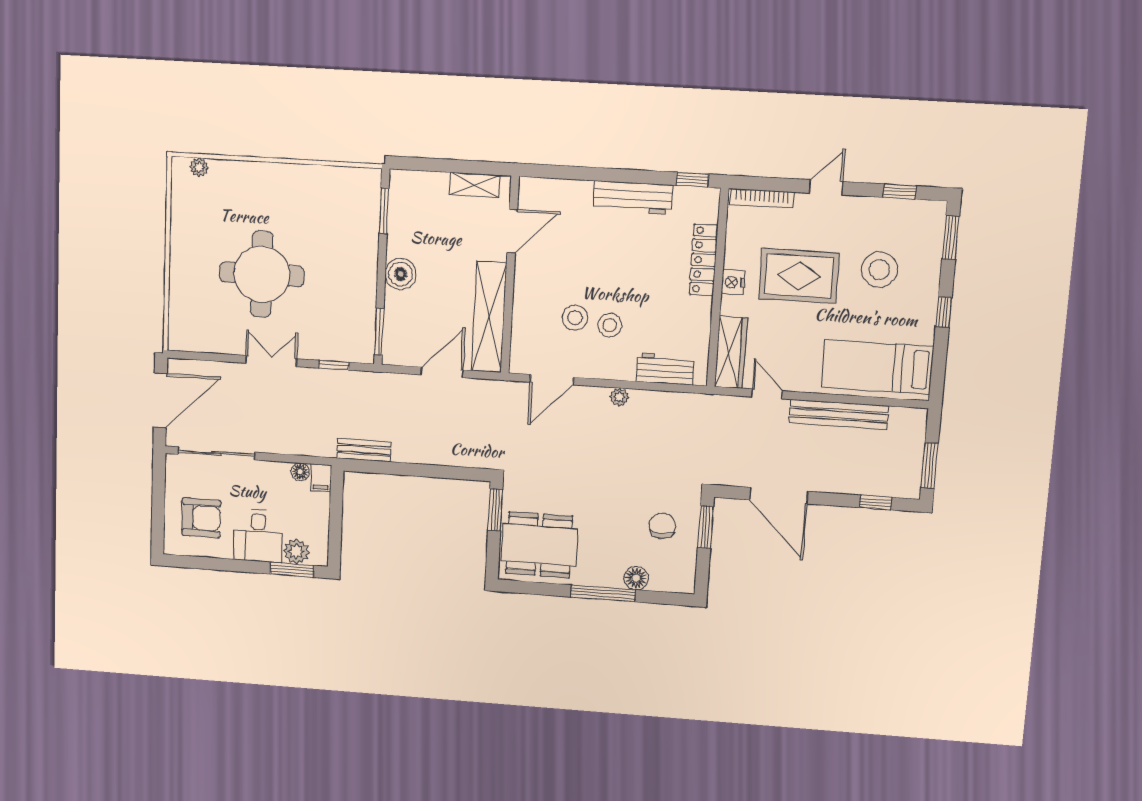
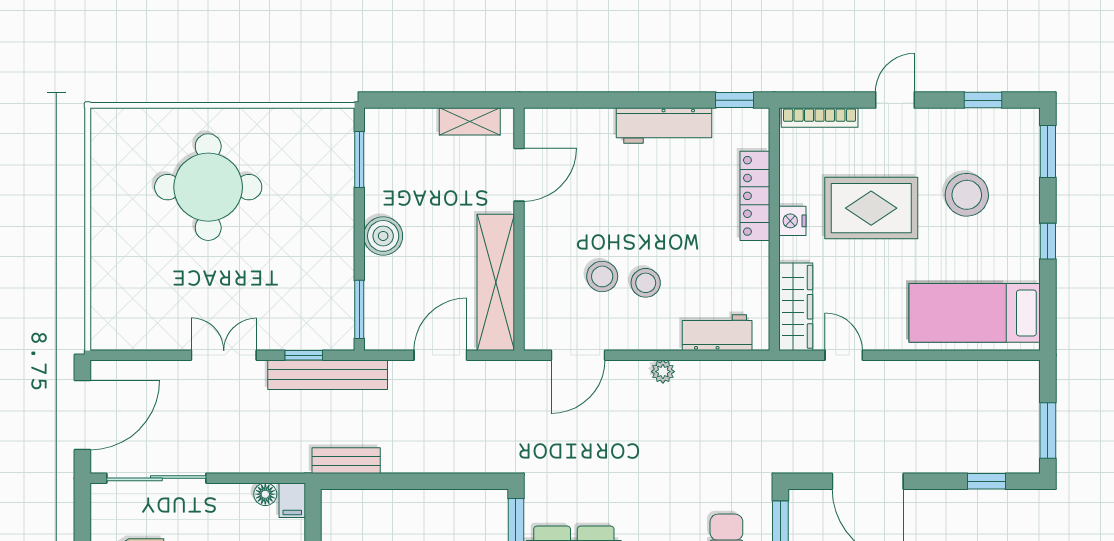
plant: (199, 167) -> (126, 119), removed
round table: (262, 274) -> (208, 187), moved
bench: (839, 414) -> (328, 375), moved

